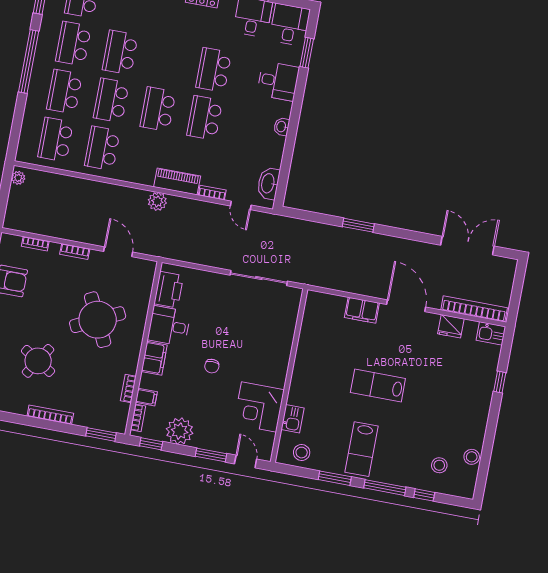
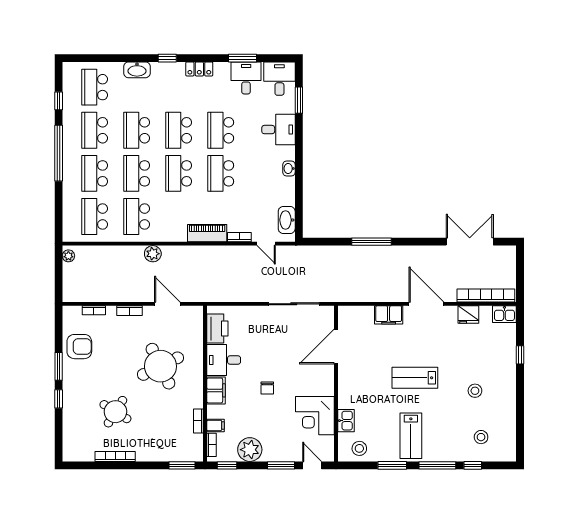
school desk: (167, 61) -> (179, 130), added
plant: (157, 201) -> (153, 254), moved
window: (358, 225) -> (372, 242), width x1.44
door: (297, 334) -> (336, 347), added
bookcase: (50, 415) -> (115, 456), moved
stool: (472, 457) -> (475, 391), moved

